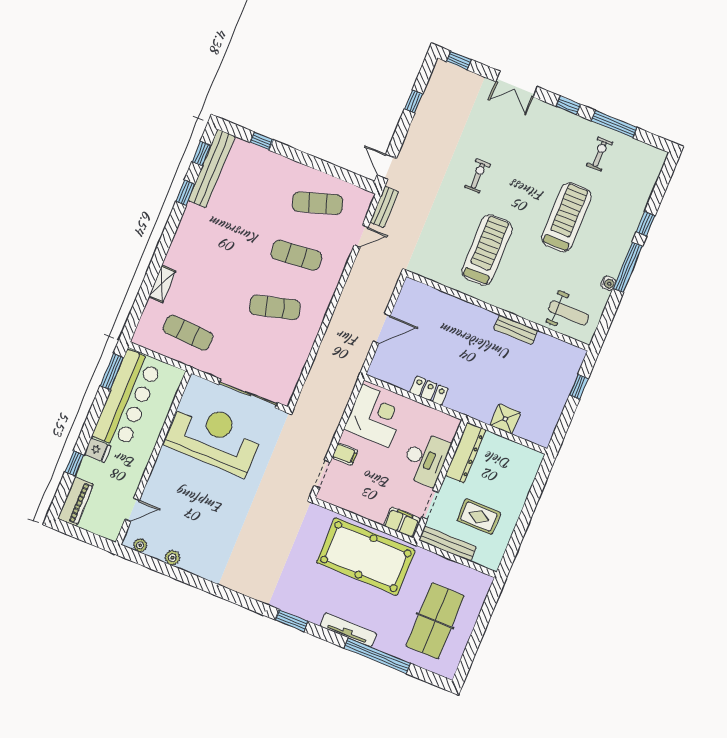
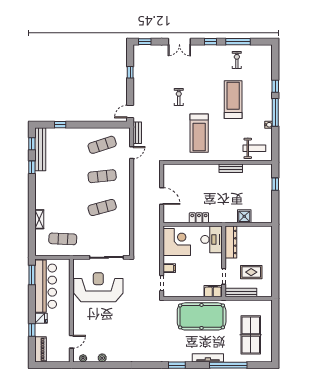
door: (387, 167) -> (130, 112), hinge flipped
treadmill: (487, 250) -> (199, 133), turned 180
door: (382, 329) -> (162, 196), hinge flipped
desk: (425, 459) -> (212, 239), moved

